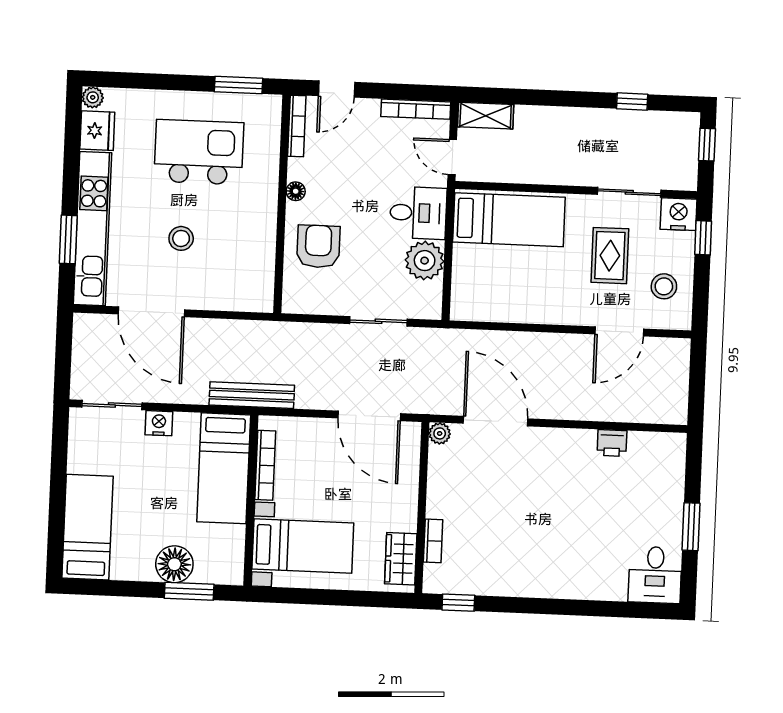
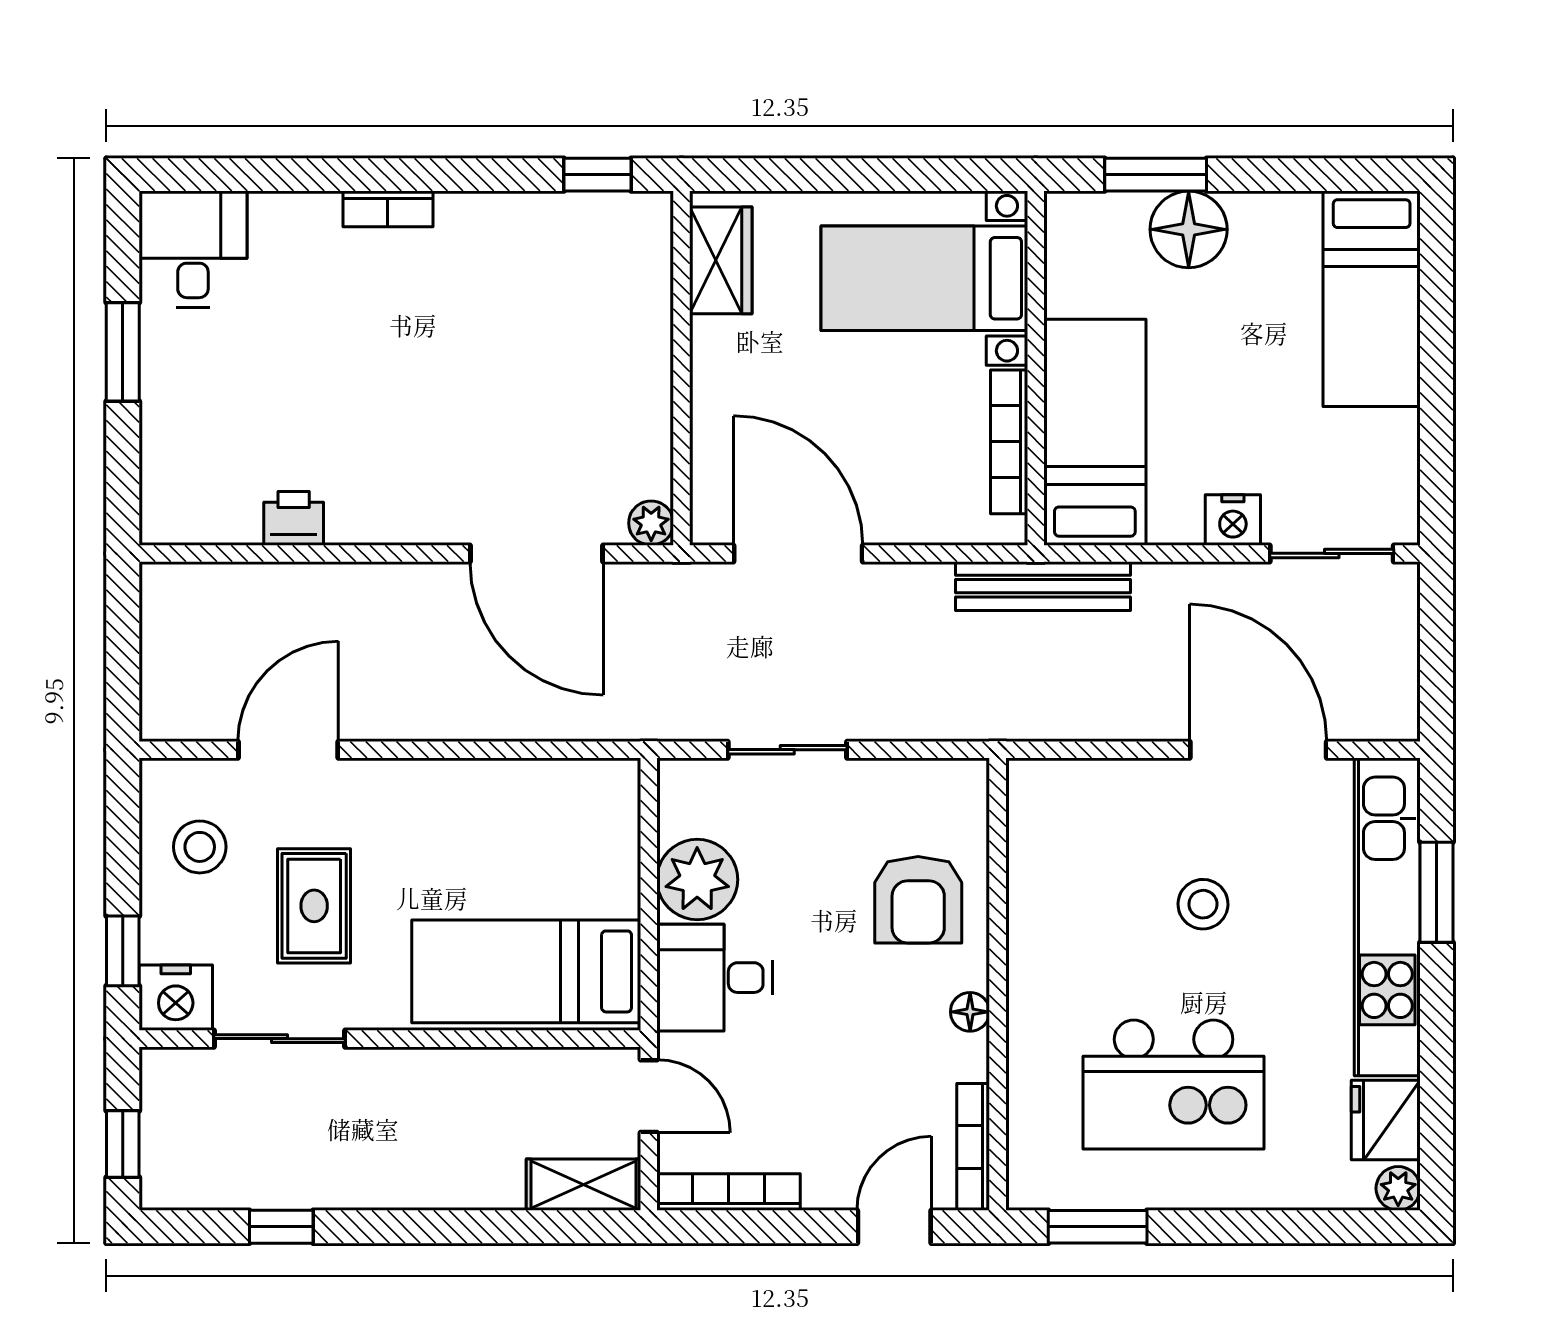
bookcase: (433, 541) -> (388, 209), moved, turned -90

